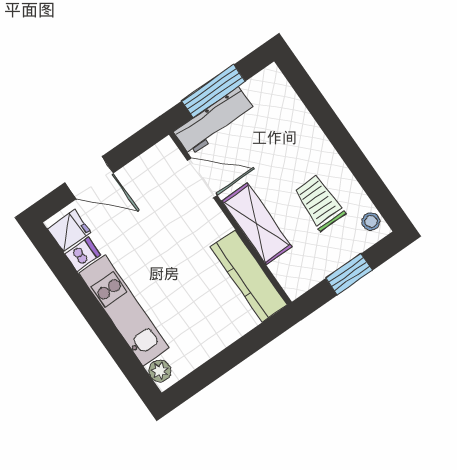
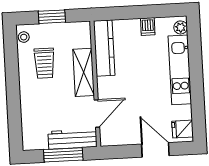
door: (202, 178) -> (97, 114), swing flipped
dishwasher: (83, 254) -> (148, 26), moved, turned -90

